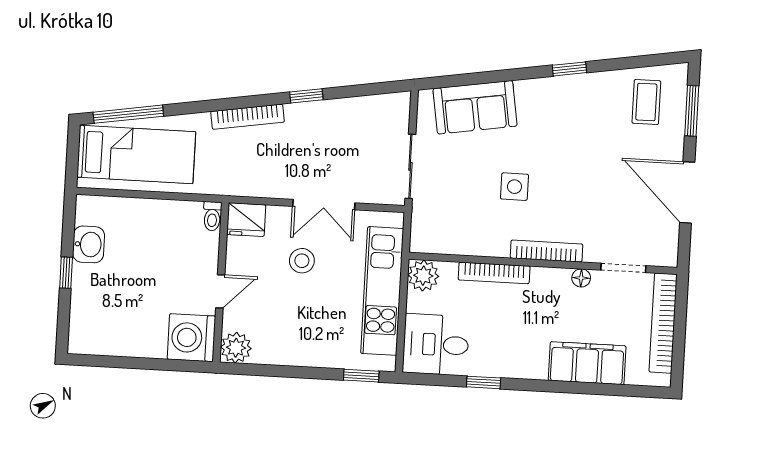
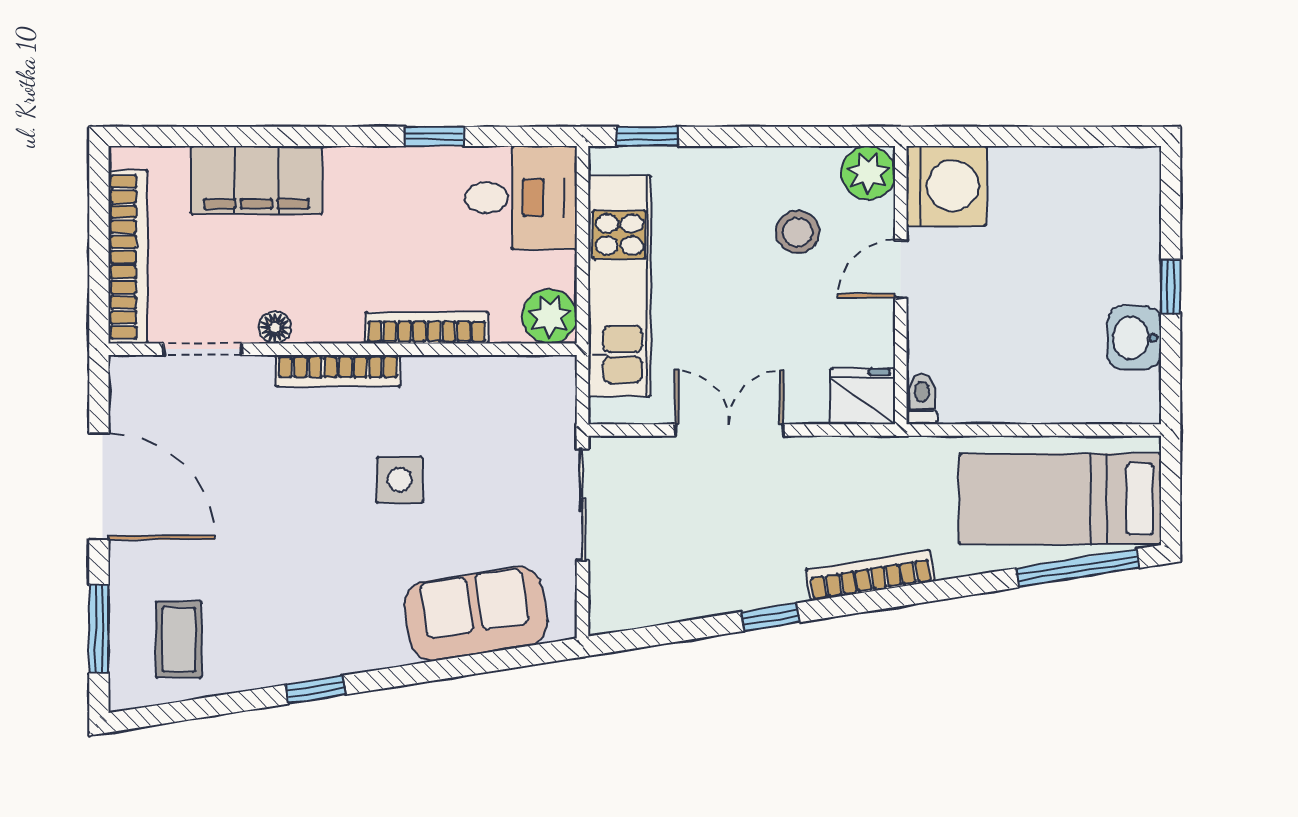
stool: (302, 261) -> (798, 232), moved

